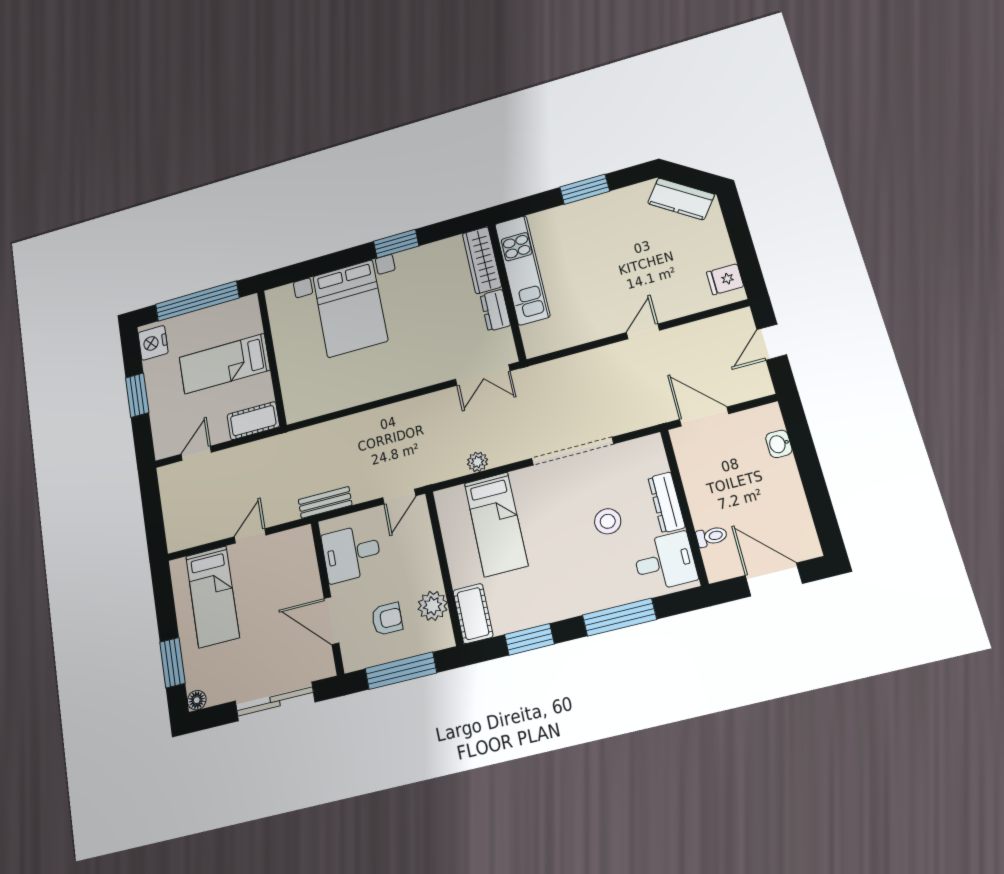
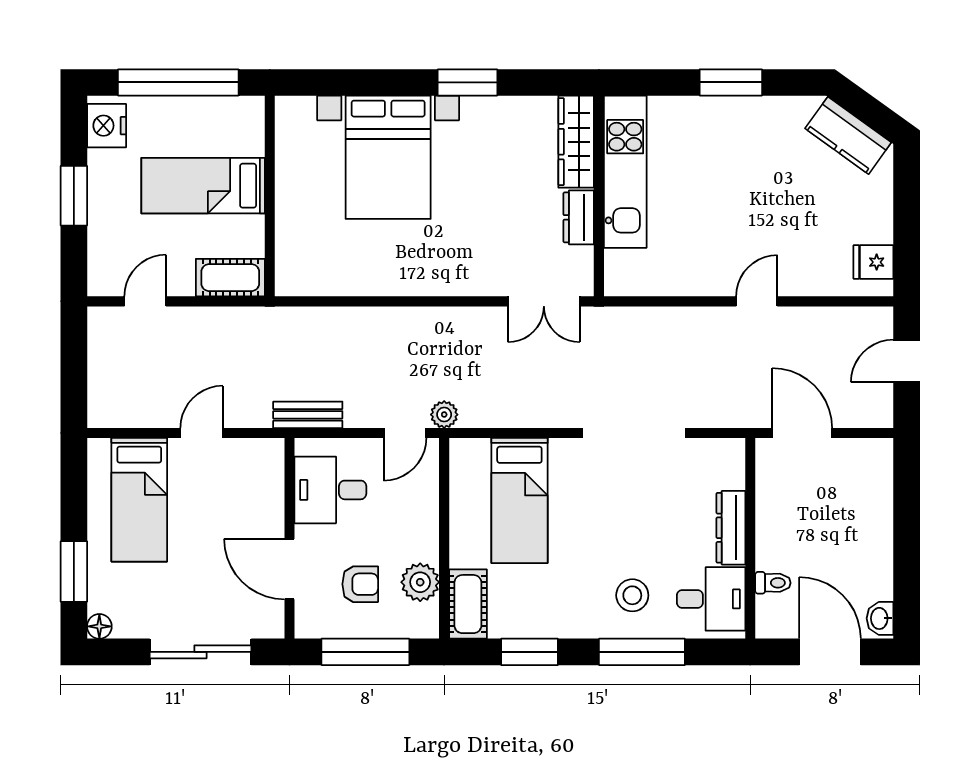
washbasin: (779, 444) -> (880, 618), moved
plant: (478, 462) -> (444, 415), moved
stool: (608, 521) -> (632, 595), moved

